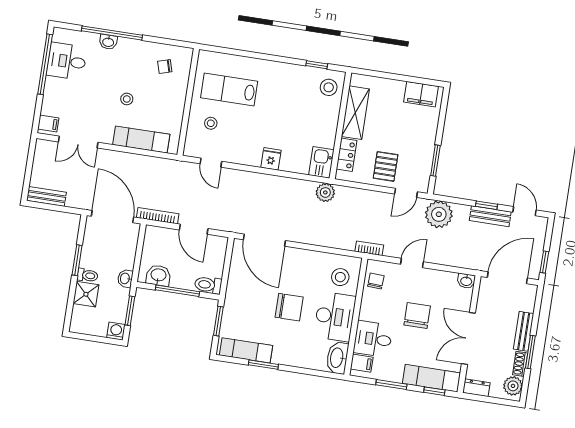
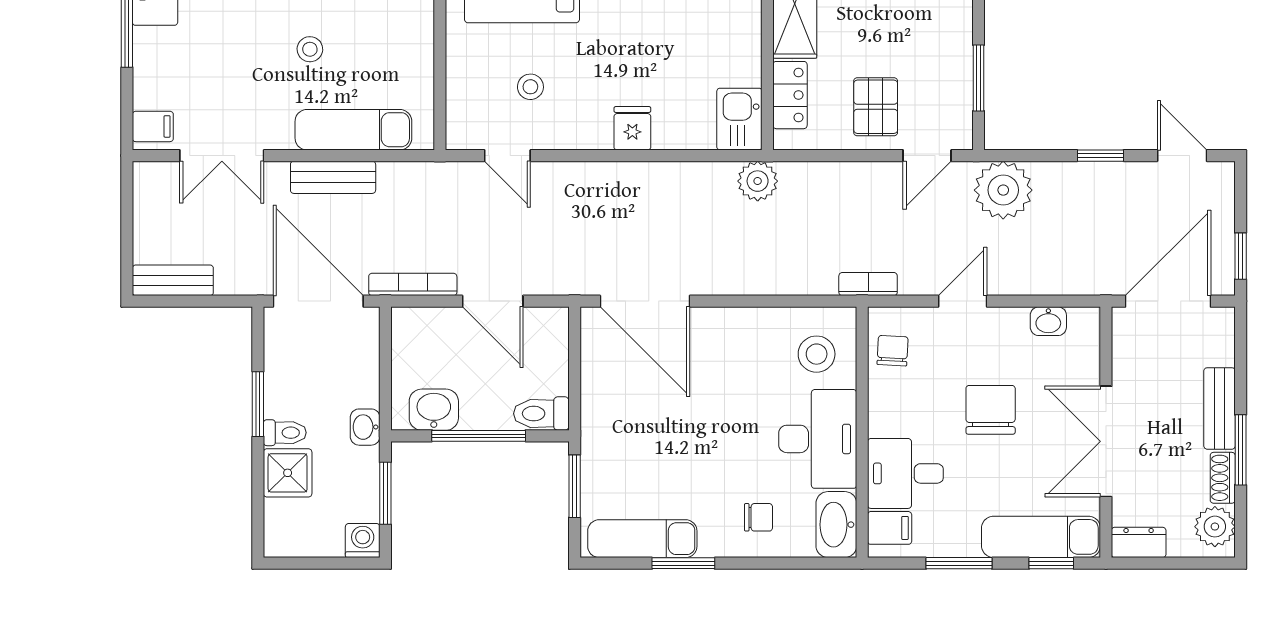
stool: (211, 123) -> (530, 87), moved
bench: (490, 216) -> (333, 177), moved
washbasin: (466, 281) -> (1048, 321), moved
chair: (289, 307) -> (758, 517), moved, width x0.54, depth x0.54

